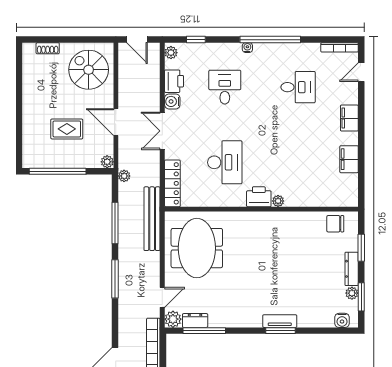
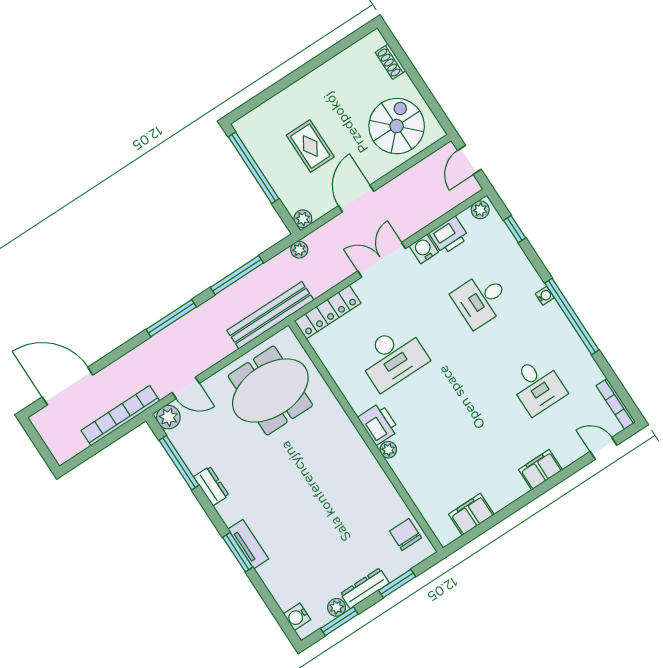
desk: (225, 87) -> (481, 300), turned 180
filing cabinet: (349, 159) -> (471, 514), moved
dresser: (195, 321) -> (211, 486), moved

